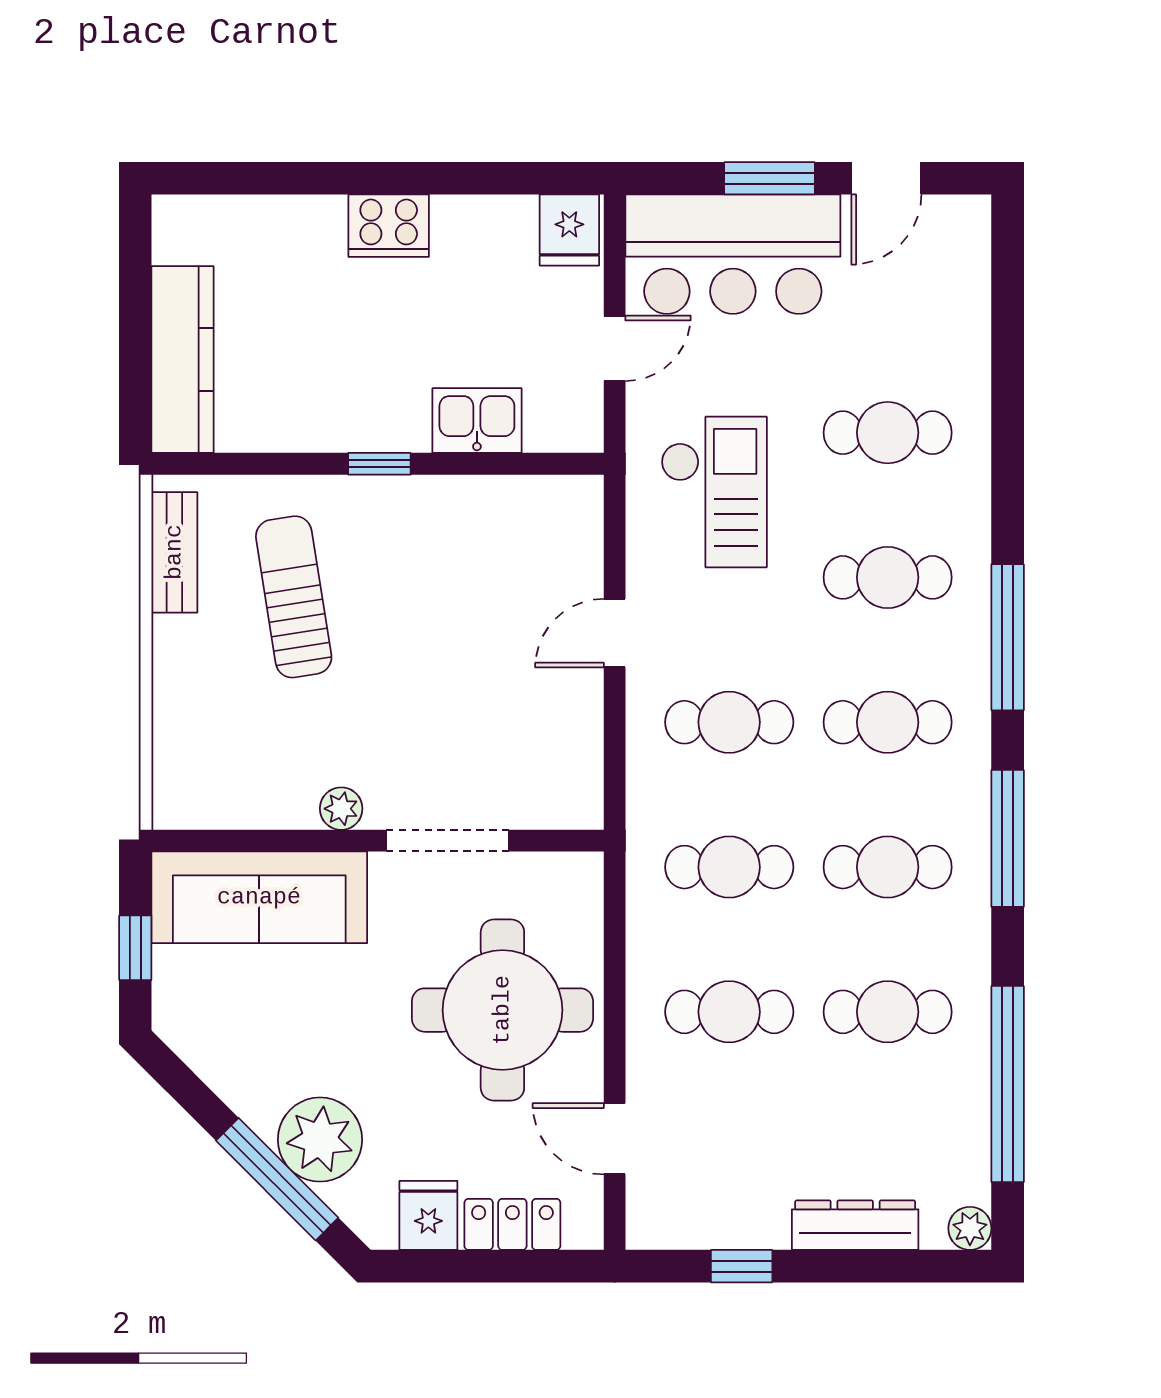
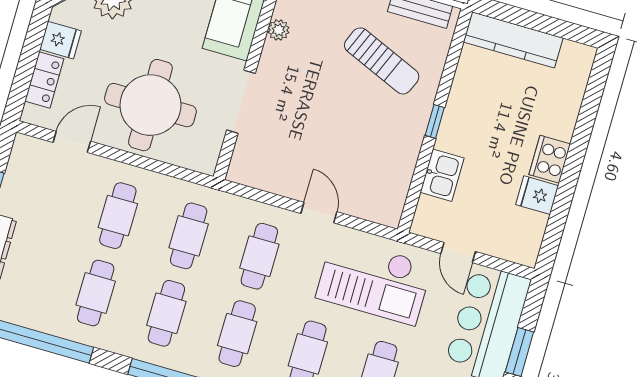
fridge: (569, 230) -> (537, 195), moved
checkout: (714, 492) -> (374, 281), width x1.36, depth x1.21
sun lounger: (294, 597) -> (382, 61), turned 32
plant: (341, 809) -> (279, 30), moved

